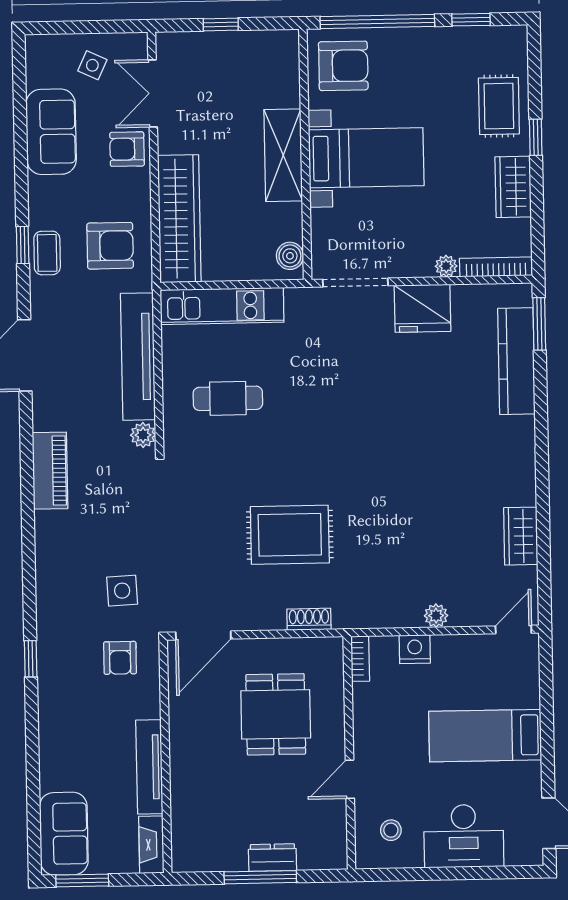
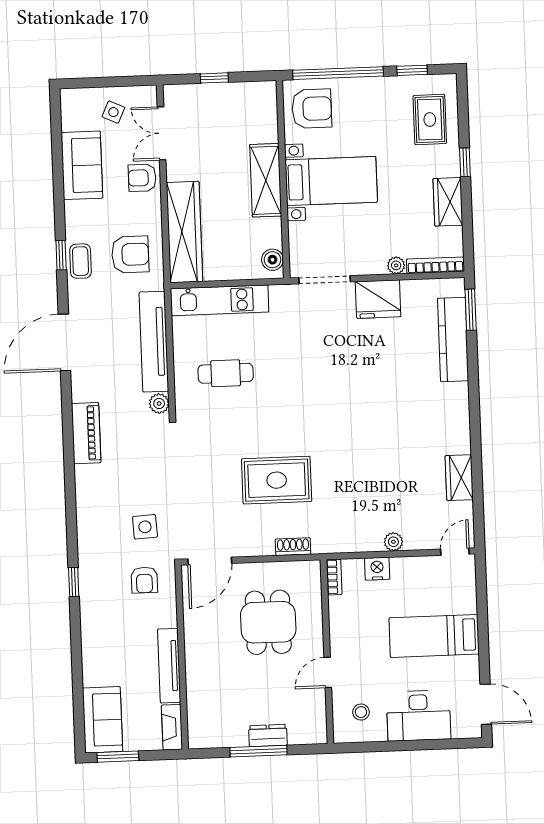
rug: (499, 106) -> (430, 120), moved

